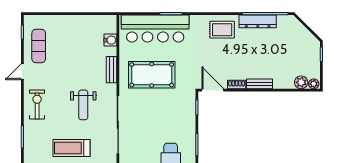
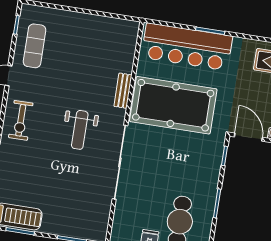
water cooler: (110, 40) -> (127, 53), removed
pool table: (152, 75) -> (173, 105), width x1.36, depth x1.32
exercise bike: (37, 105) -> (21, 120), turned 180
treadmill: (71, 148) -> (56, 183), removed

